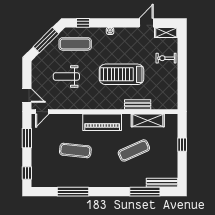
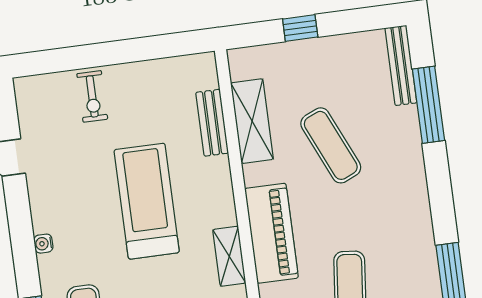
shelving: (166, 32) -> (229, 256), moved
treadmill: (121, 74) -> (147, 201), turned 180
bench: (138, 104) -> (212, 123), moved

